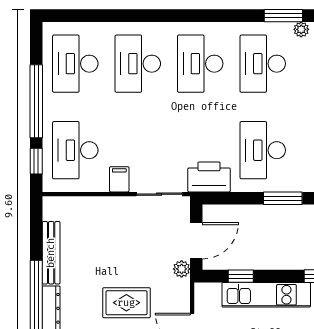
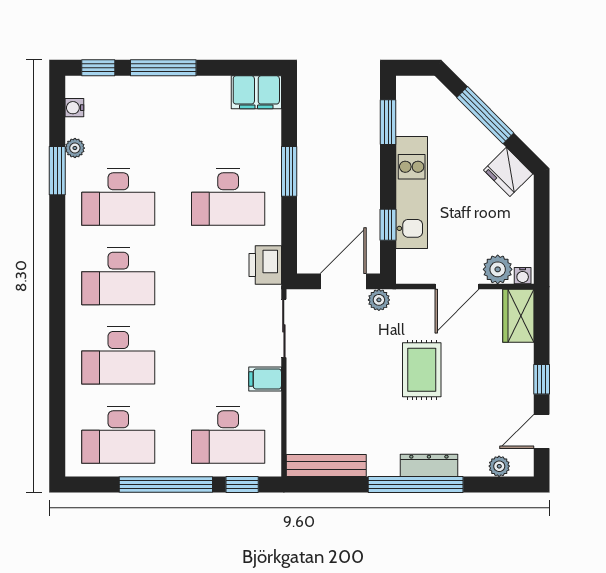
printer: (209, 177) -> (265, 265), width x0.73, depth x0.84
door: (196, 241) -> (343, 281), hinge flipped
bench: (51, 253) -> (326, 465), moved

